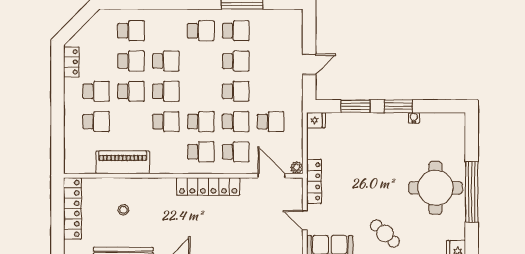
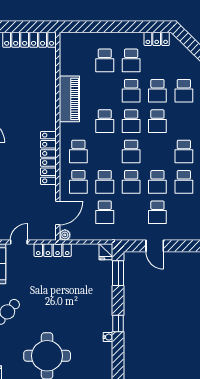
school desk: (271, 61) -> (157, 212), added
window: (355, 106) -> (118, 273), moved
window: (398, 106) -> (118, 324), width x0.67
school desk: (201, 122) -> (131, 152), moved
piano: (123, 162) -> (69, 99), moved
stool: (123, 210) -> (28, 84), removed

